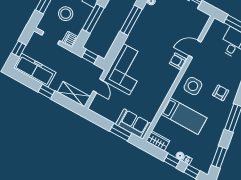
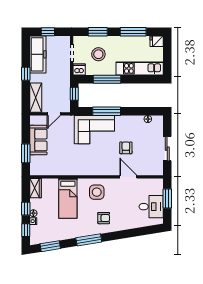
window: (131, 20) -> (107, 111), moved
armchair: (178, 61) -> (126, 148), moved
corner sofa: (126, 69) -> (94, 130), moved
sofa: (134, 124) -> (38, 140), moved

